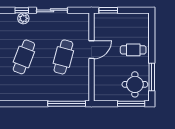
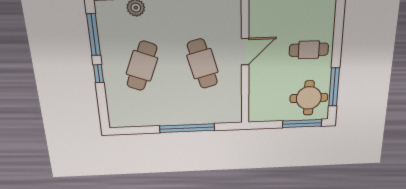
cafe table: (63, 57) -> (202, 64), turned -30
window: (67, 104) -> (187, 128), moved

